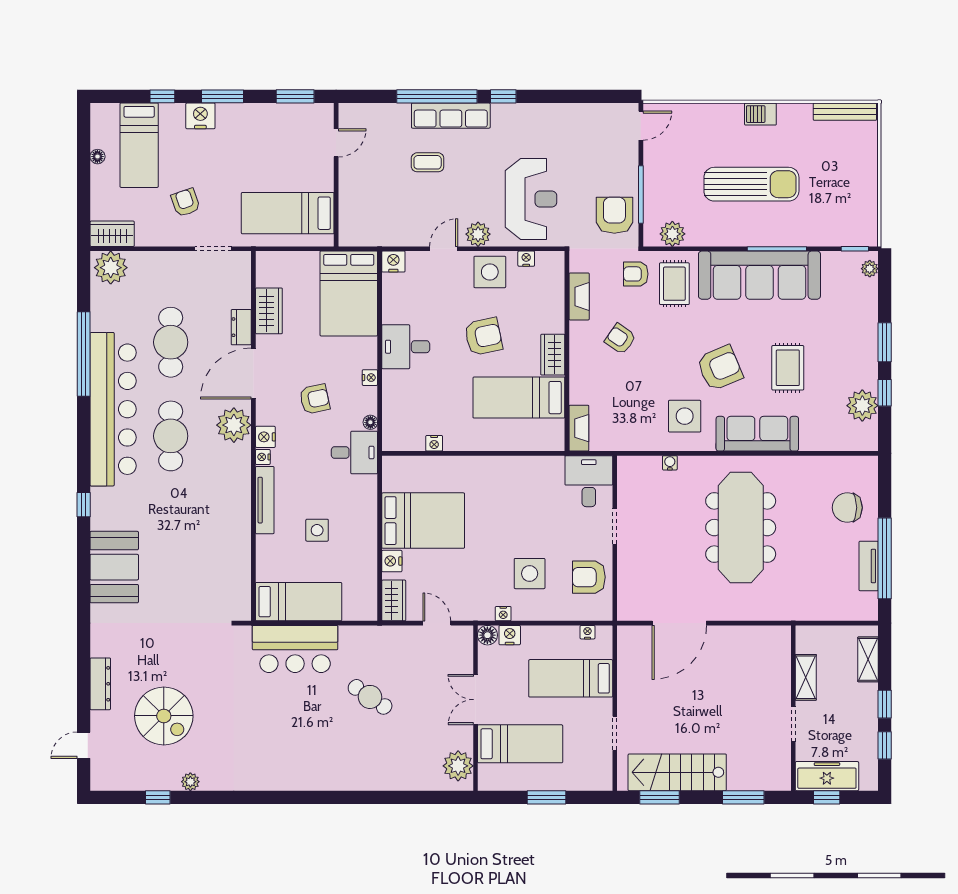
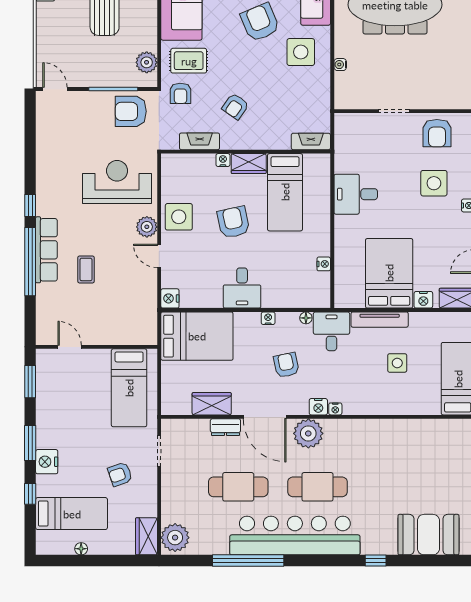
nightstand: (526, 259) -> (223, 160), moved, turned 90
desk: (589, 481) -> (356, 194), moved
tv unit: (265, 500) -> (380, 320), moved, turned 180

